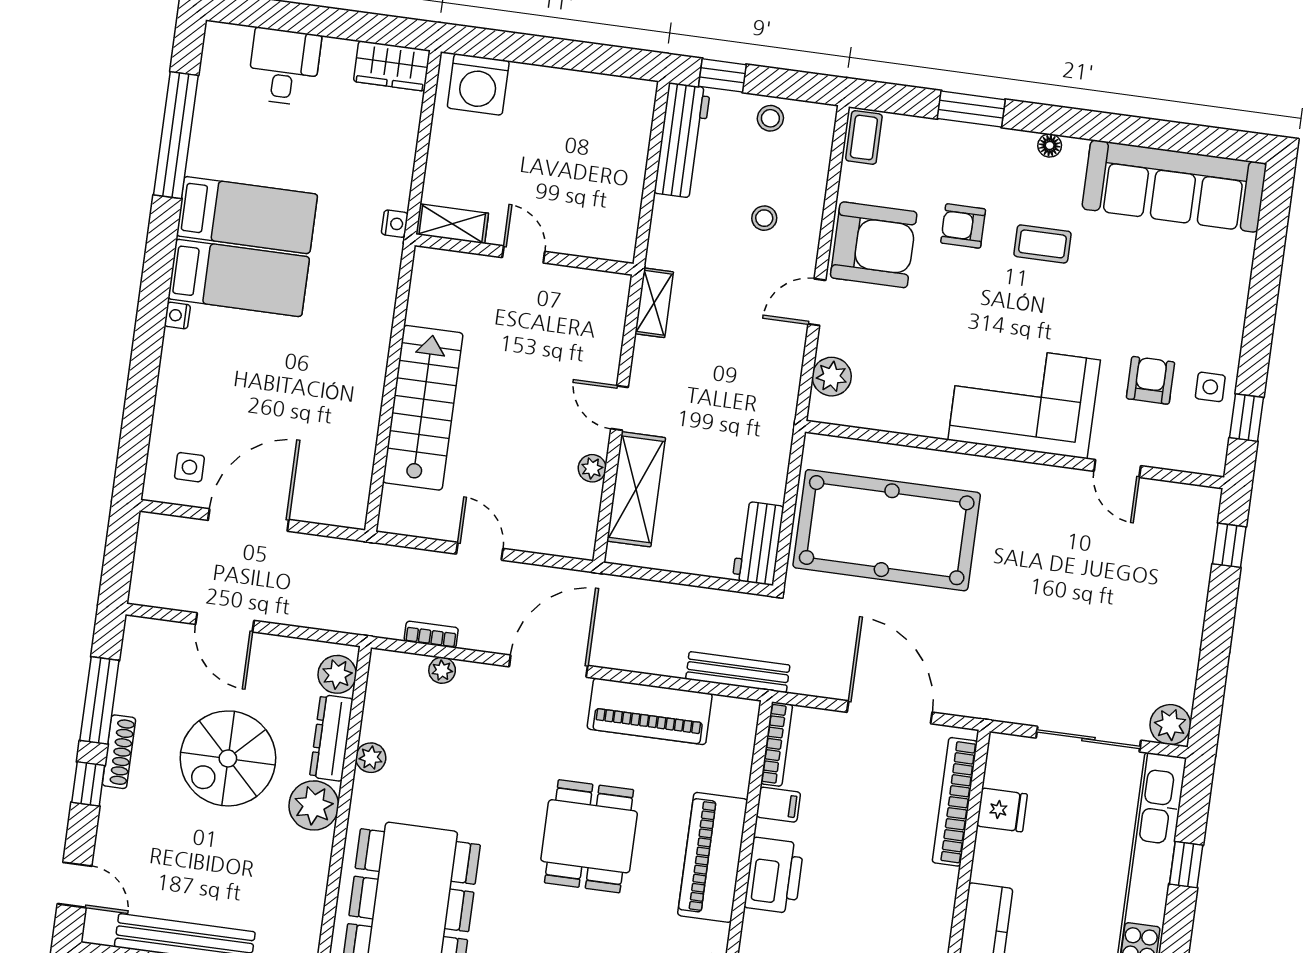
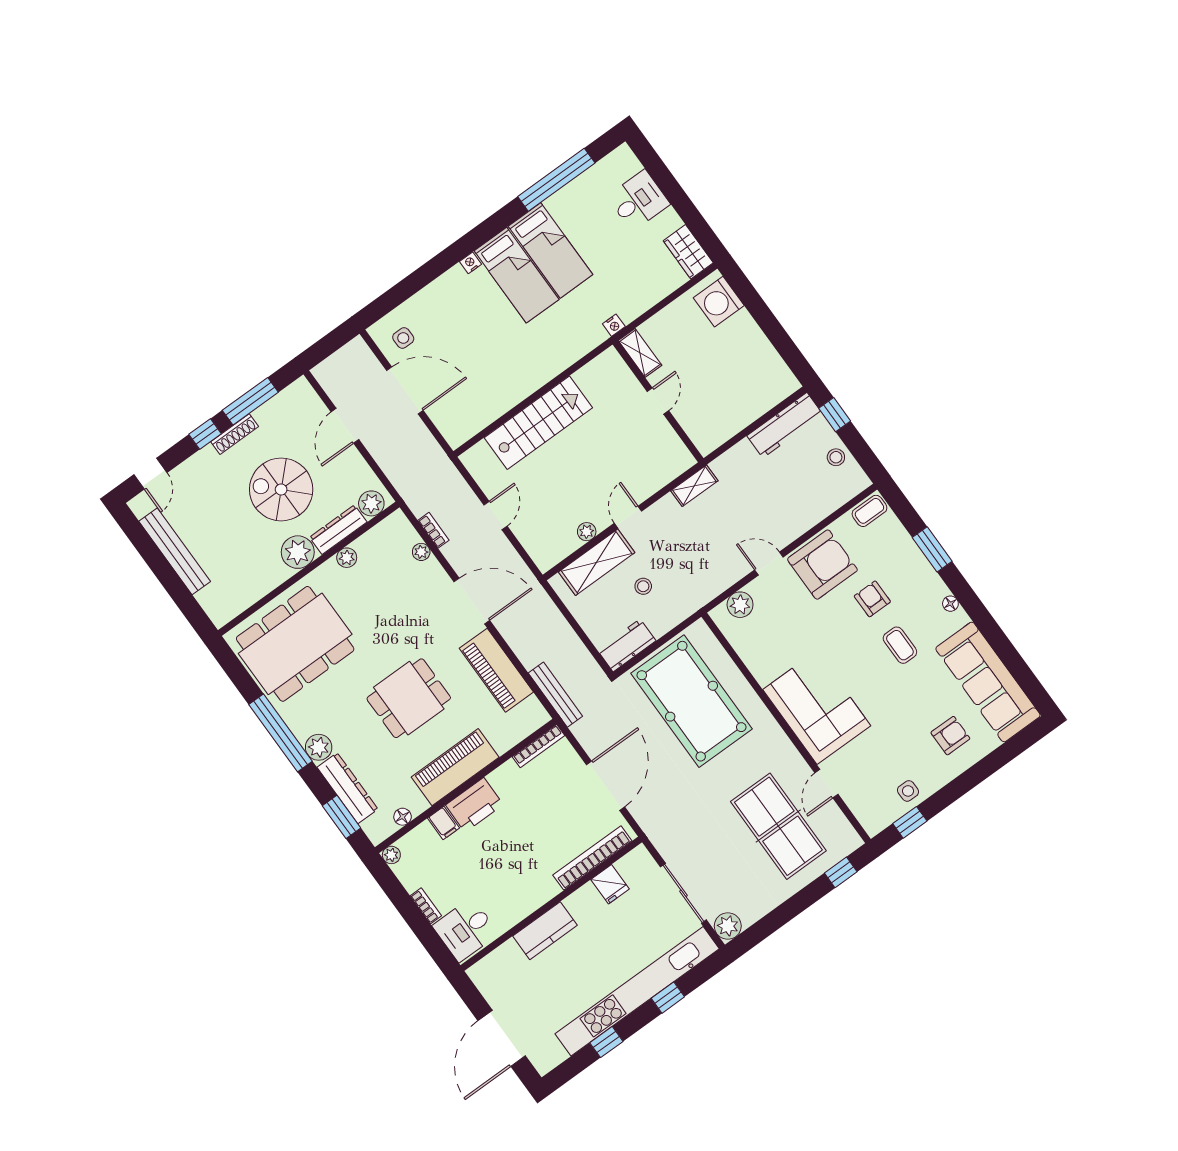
stool: (764, 218) -> (643, 586), moved
armchair: (874, 245) -> (822, 565), turned -90
armchair: (1150, 380) -> (950, 736), moved
table tennis table: (1114, 565) -> (778, 826), added
filing cabinet: (778, 805) -> (443, 823), moved

